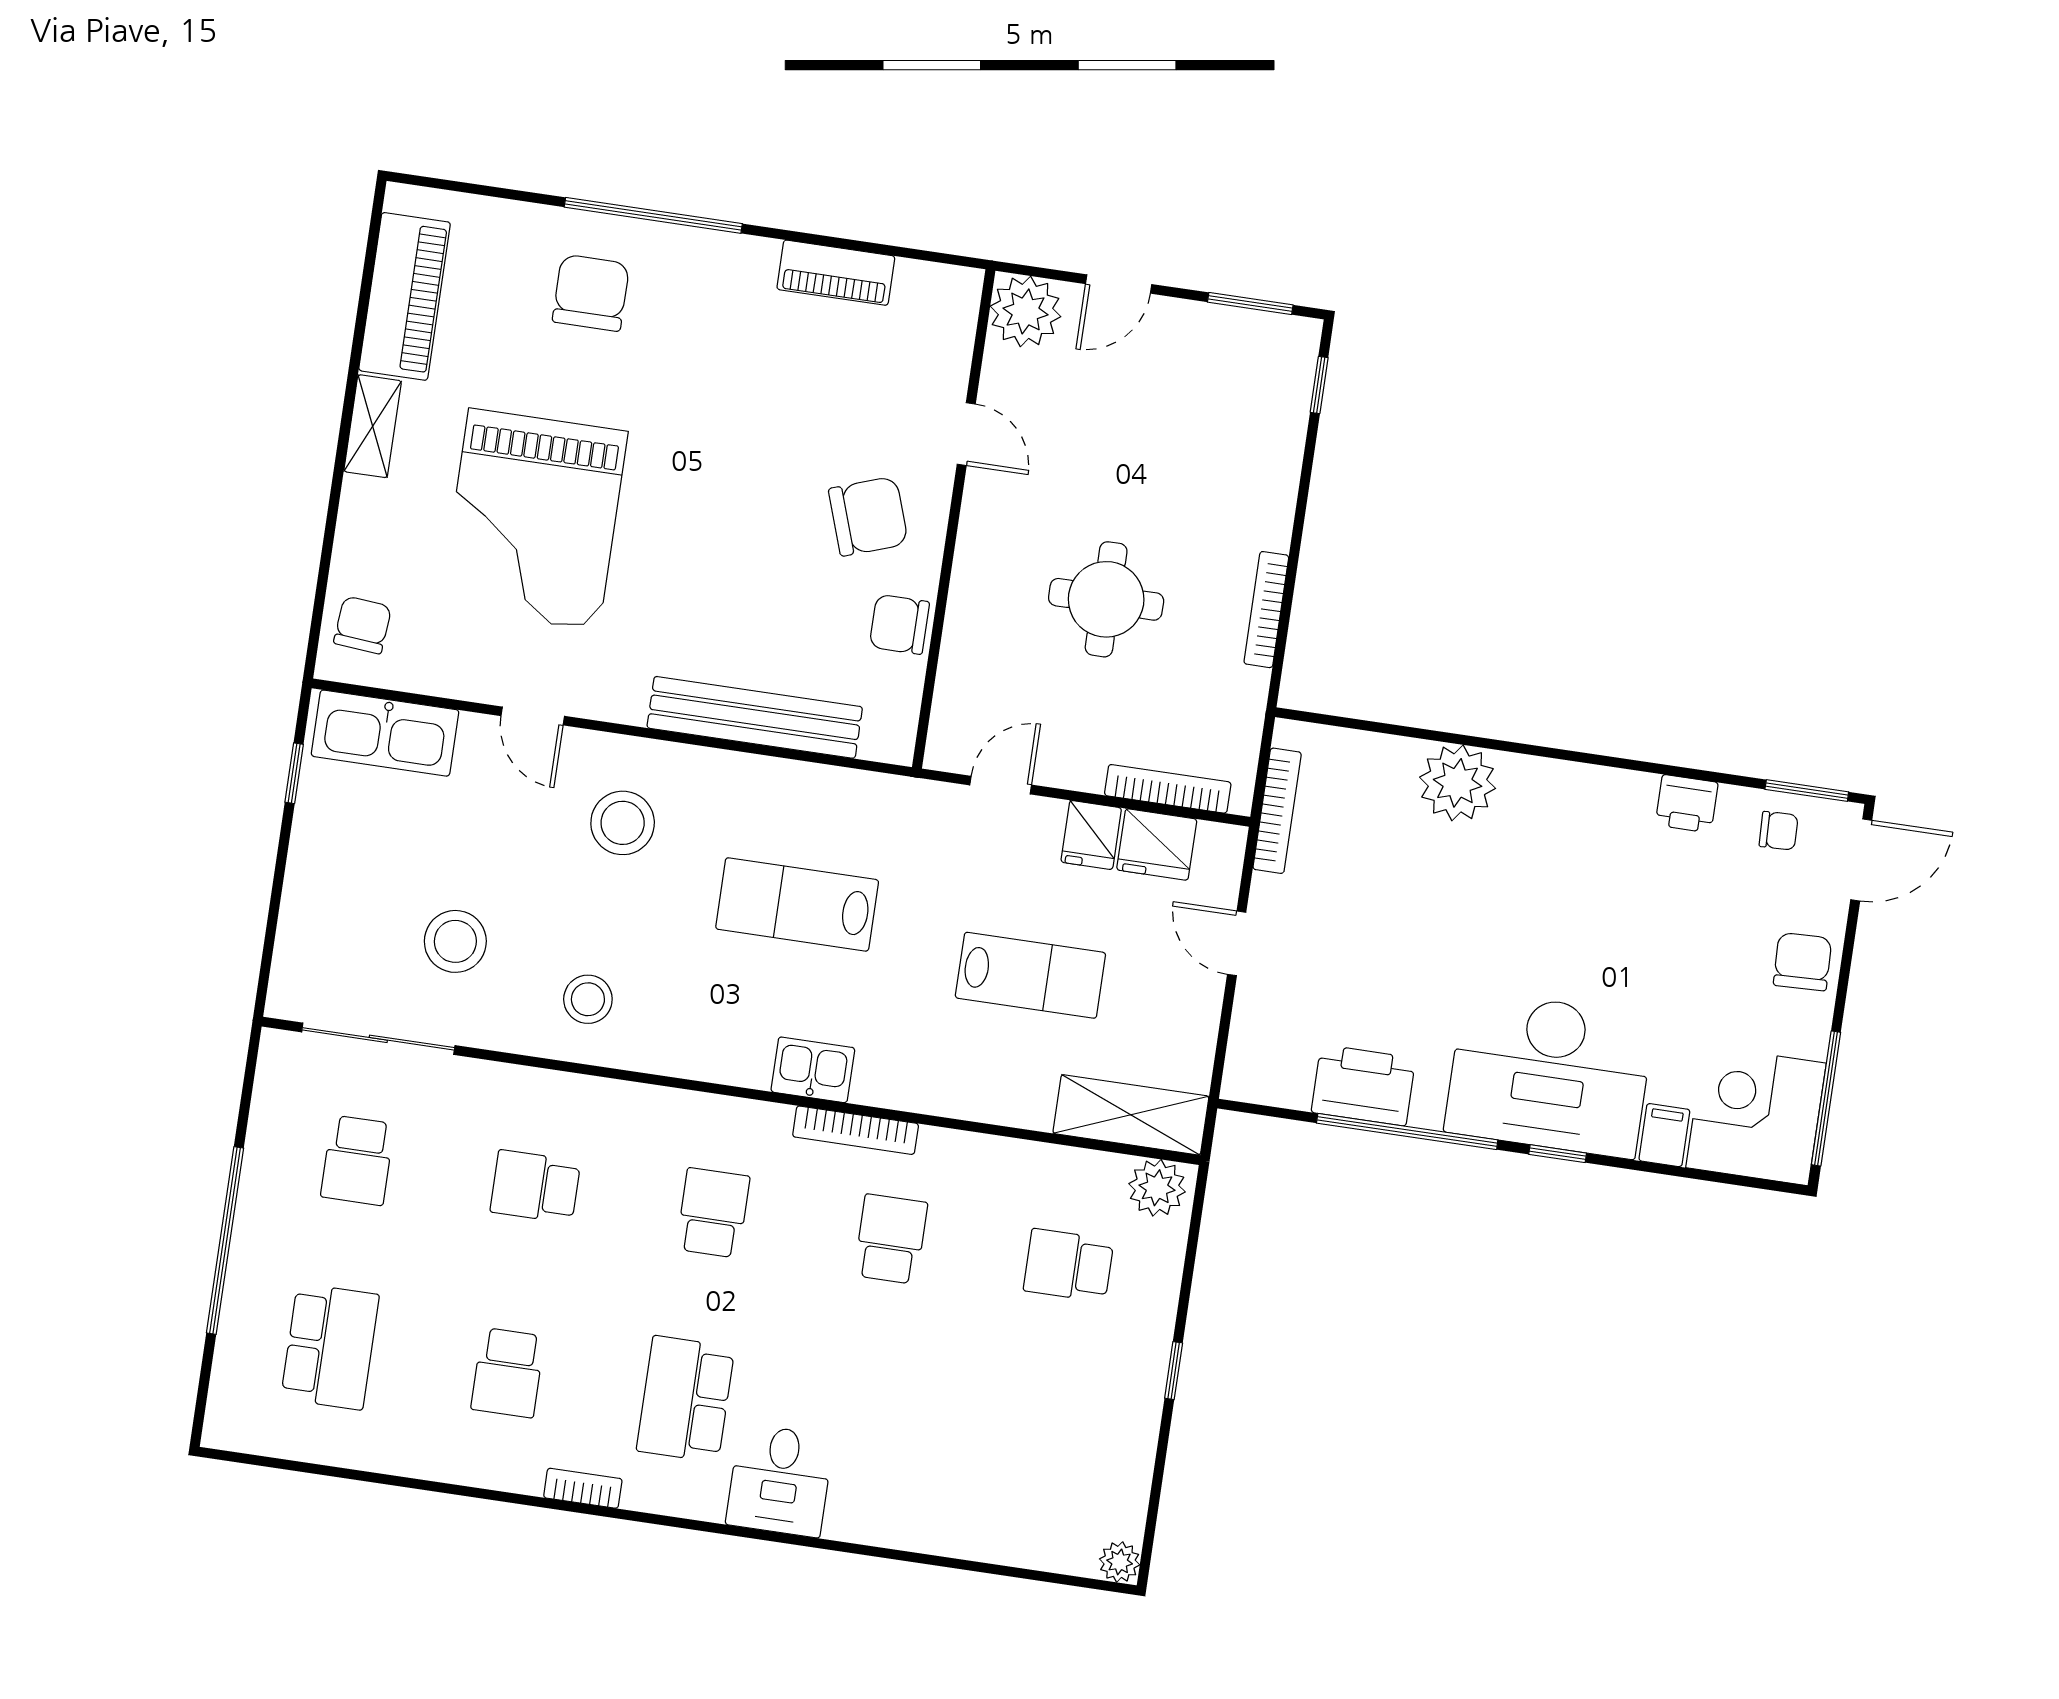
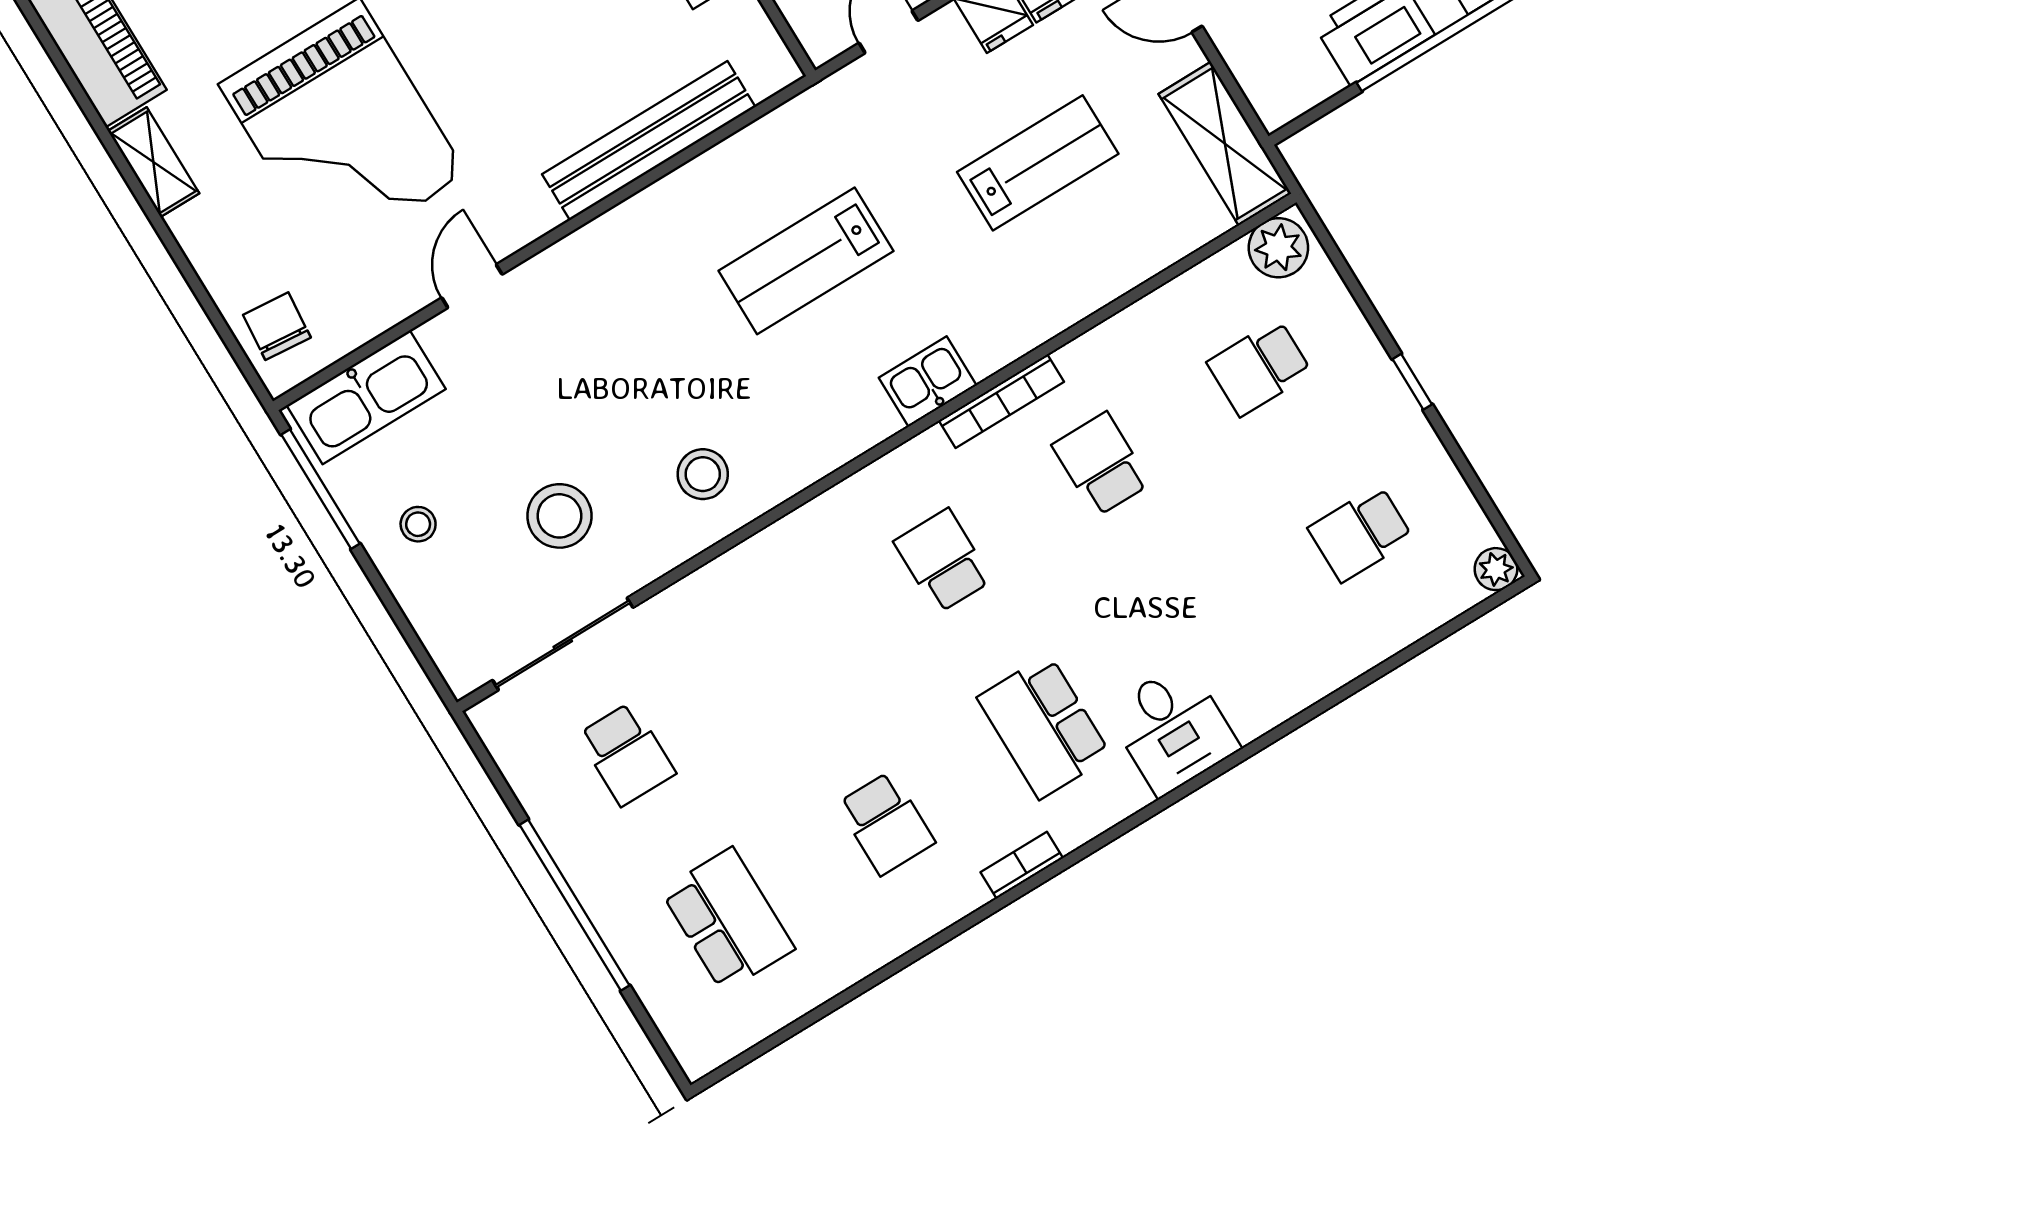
door: (533, 716) -> (472, 286), swing flipped
window: (294, 773) -> (321, 489), width x2.17
stool: (623, 823) -> (418, 524), moved, width x0.53, depth x0.53
shelving: (1131, 1115) -> (1225, 144), moved, turned 90
school desk: (535, 1187) -> (1361, 533), moved

